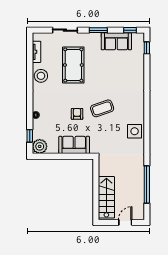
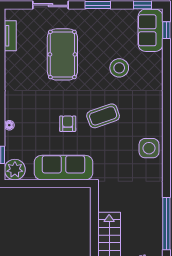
sofa: (116, 41) -> (150, 30), moved, turned 90
stool: (41, 76) -> (119, 68), moved
sofa: (74, 145) -> (63, 168), width x1.36

